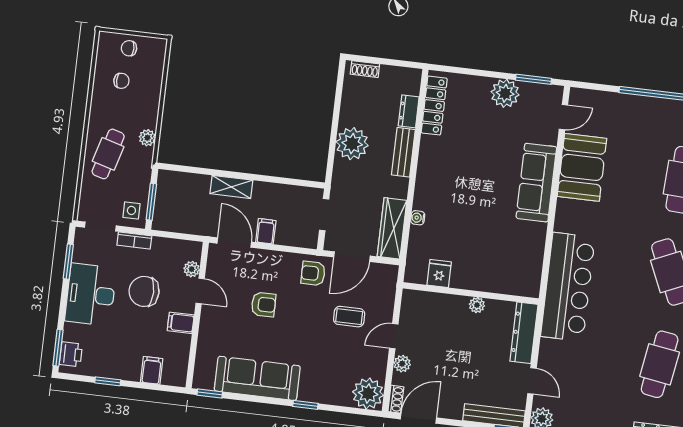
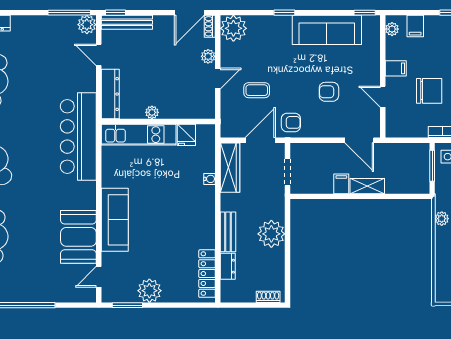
filing cabinet: (266, 231) -> (341, 184), moved, turned 180
plant: (192, 269) -> (392, 29), moved
kitchen unit: (496, 281) -> (139, 135), added

